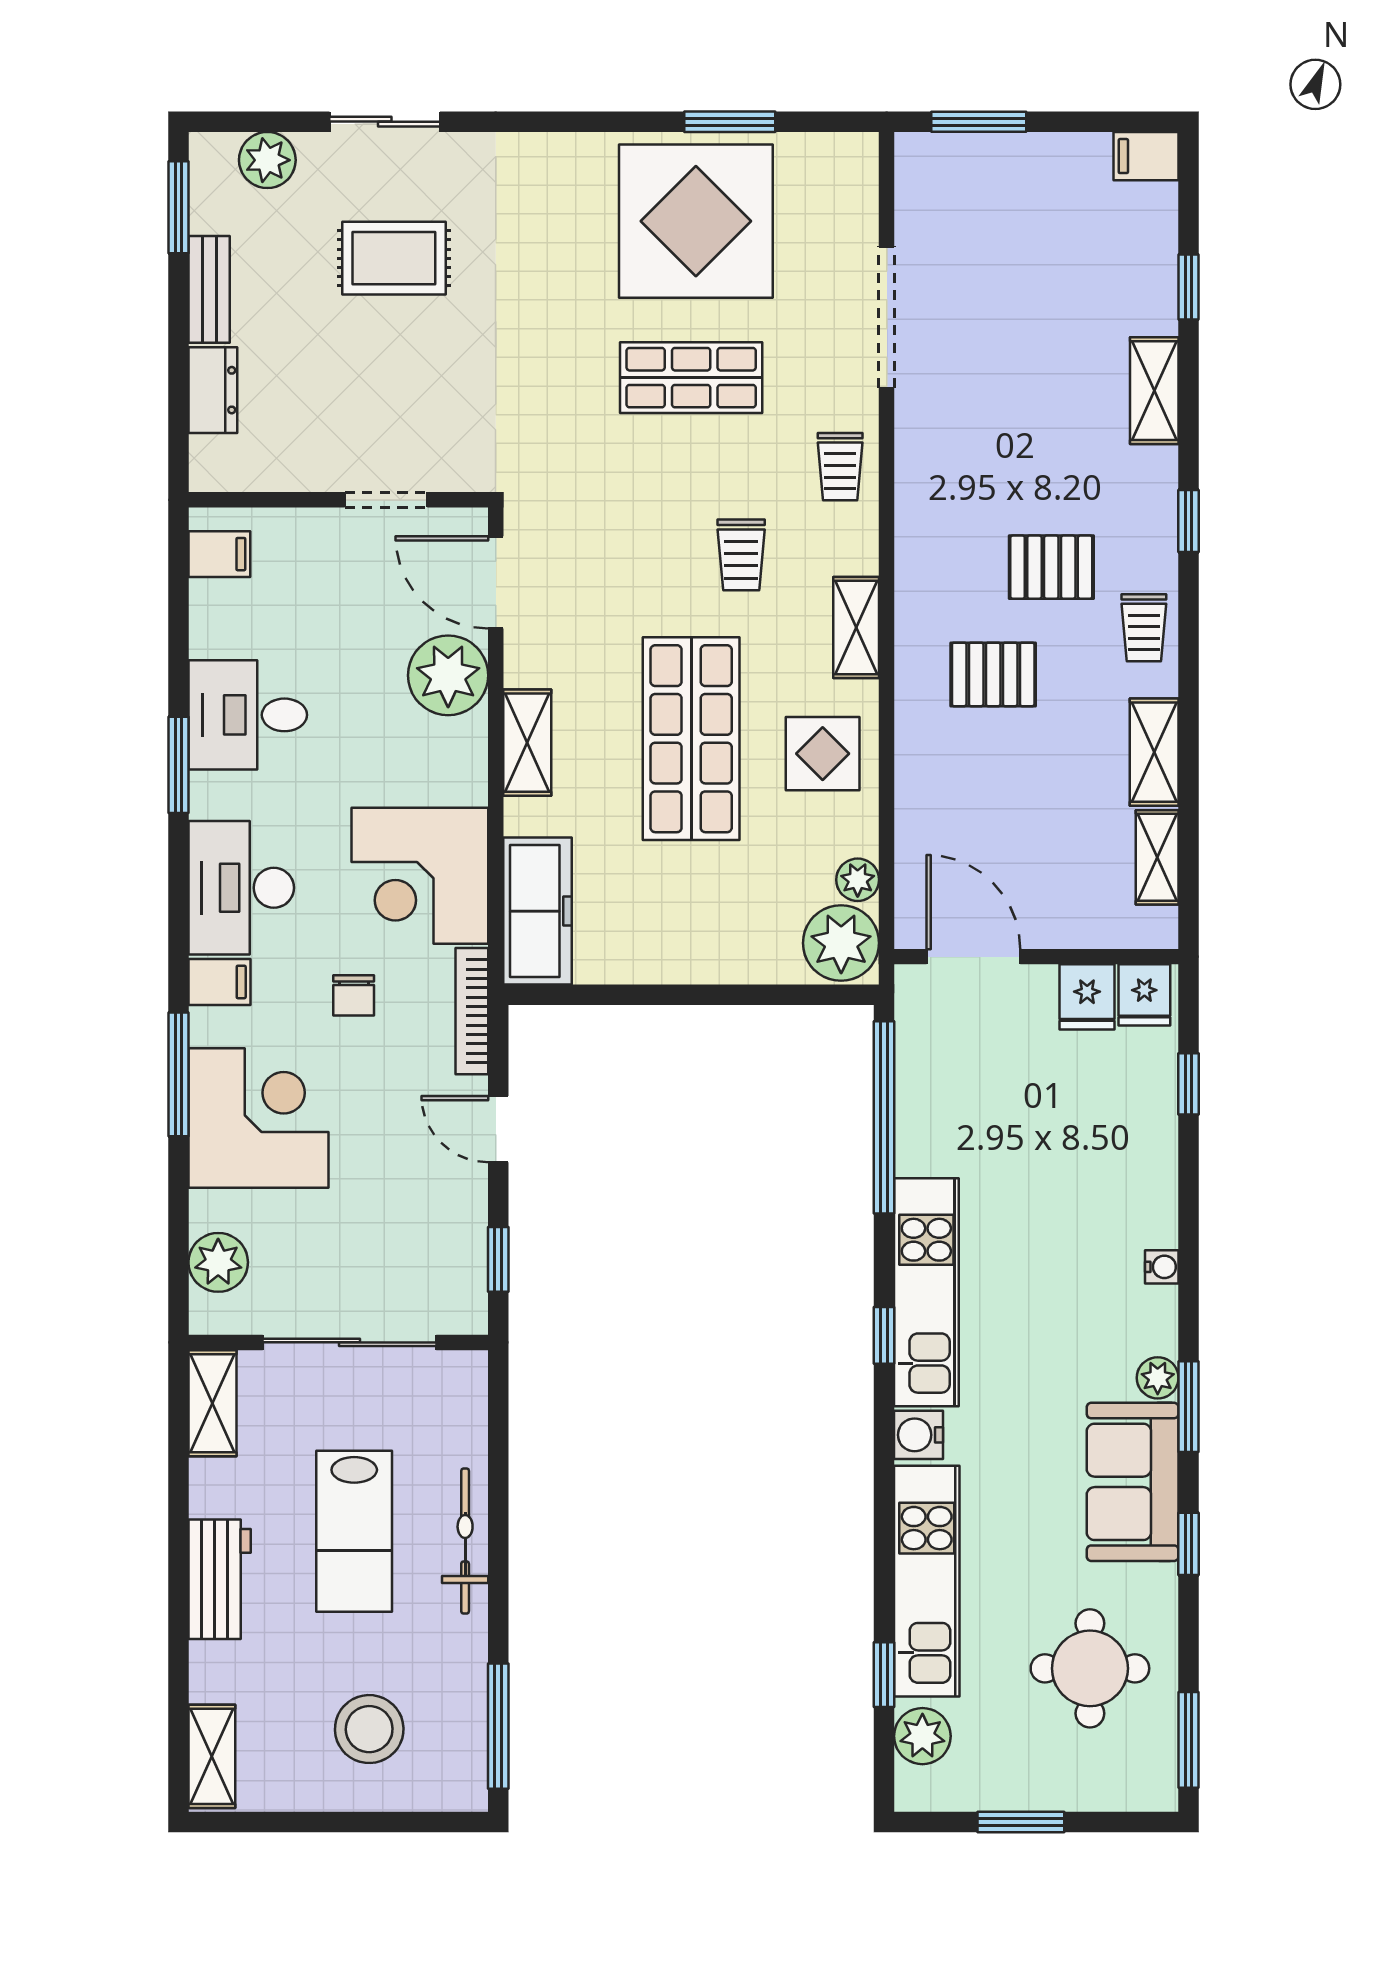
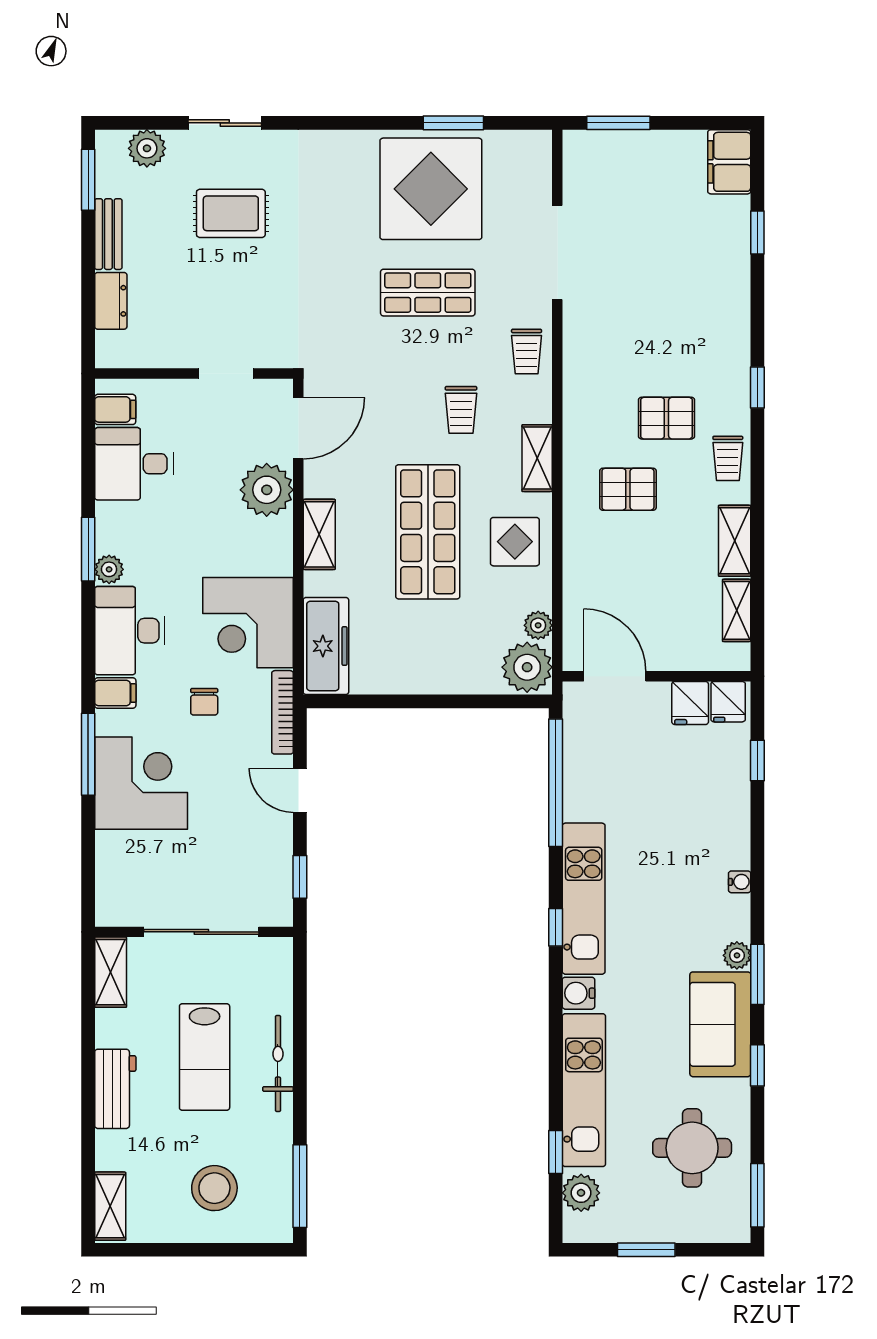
filing cabinet: (1146, 156) -> (729, 162), width x2.00
shelving: (1154, 391) -> (735, 301), removed
door: (496, 582) -> (298, 428), swing flipped
desk: (248, 715) -> (134, 464), moved
plant: (218, 1262) -> (109, 569), moved, width x0.73, depth x0.73

